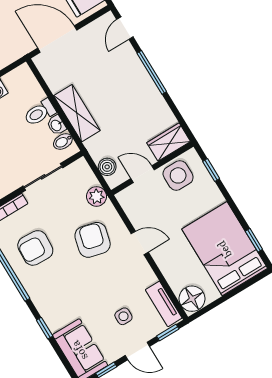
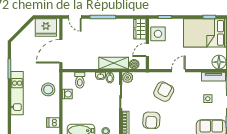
toilet: (40, 113) -> (80, 80), moved
shelving: (77, 113) -> (114, 63), moved
plant: (97, 196) -> (128, 77), moved
armchair: (93, 240) -> (164, 92), turned 104

